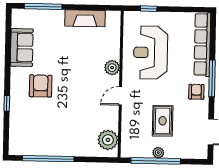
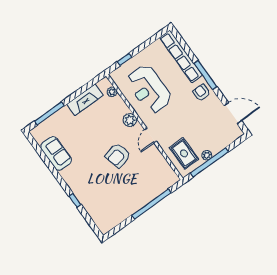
armchair: (41, 86) -> (118, 155), moved, turned -104
rug: (163, 121) -> (184, 153), moved
plant: (108, 140) -> (112, 92), moved, width x0.53, depth x0.53
window: (48, 159) -> (151, 204), moved

